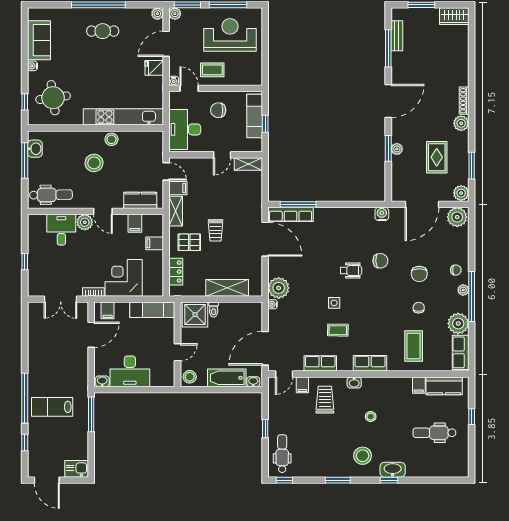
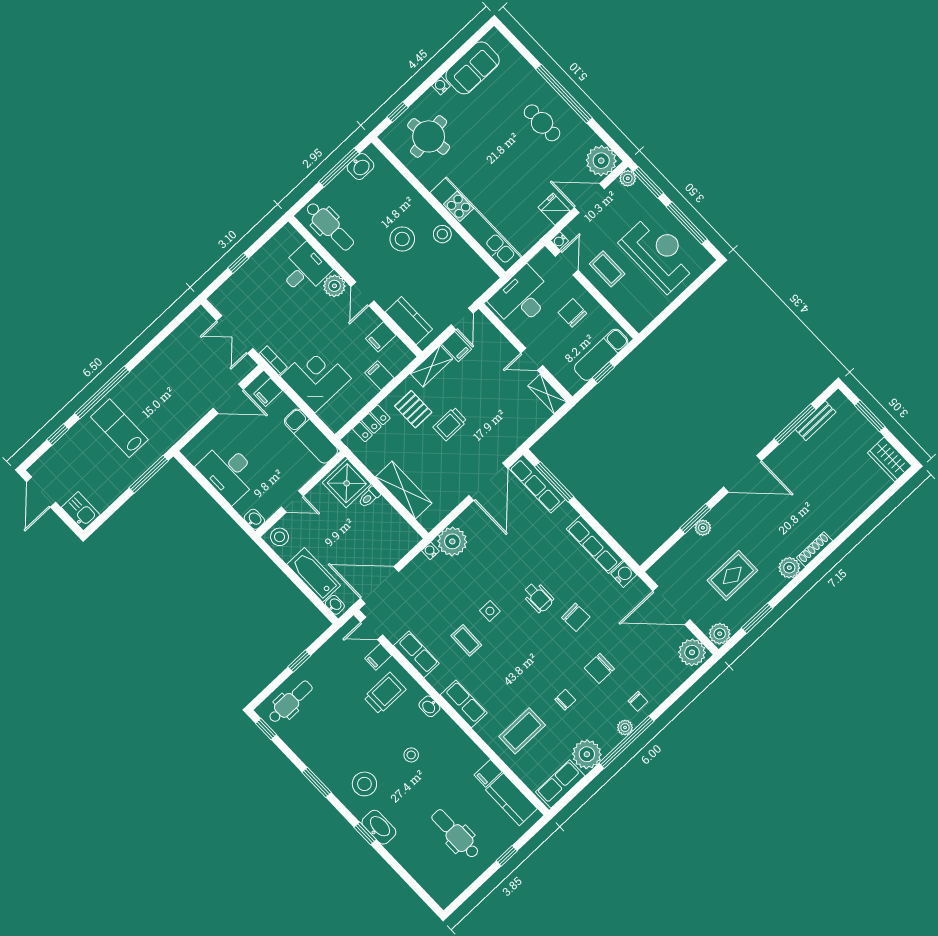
plant: (157, 14) -> (601, 161), width x1.87, depth x1.87
row of seats: (351, 214) -> (595, 545), added
washbasin: (102, 381) -> (254, 519), moved

